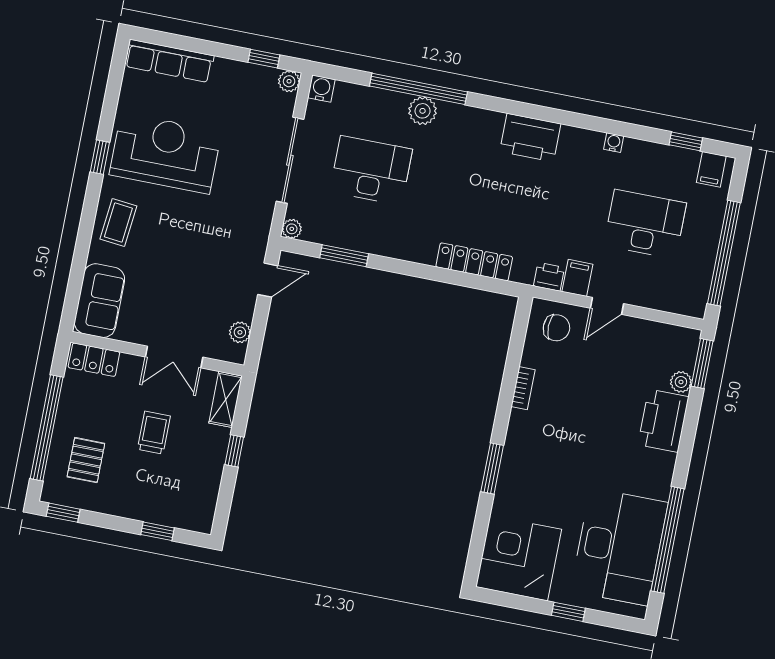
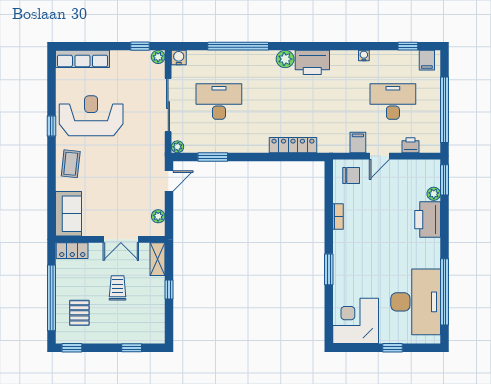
plant: (423, 111) -> (285, 59), moved
printer: (549, 277) -> (410, 145), moved

